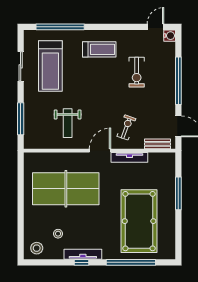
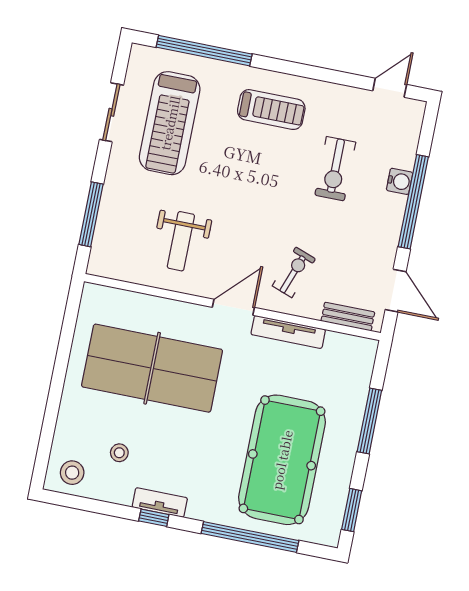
water cooler: (170, 36) -> (400, 181), moved
window: (178, 239) -> (352, 510), added
tv unit: (83, 254) -> (160, 502), width x0.71

